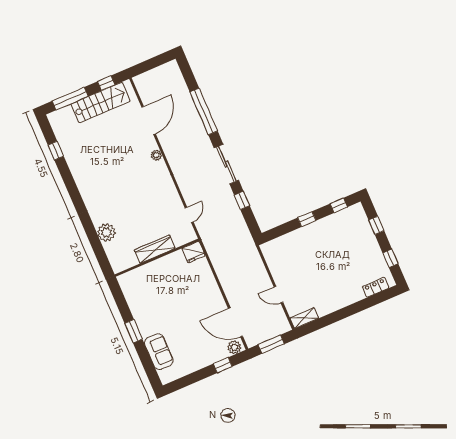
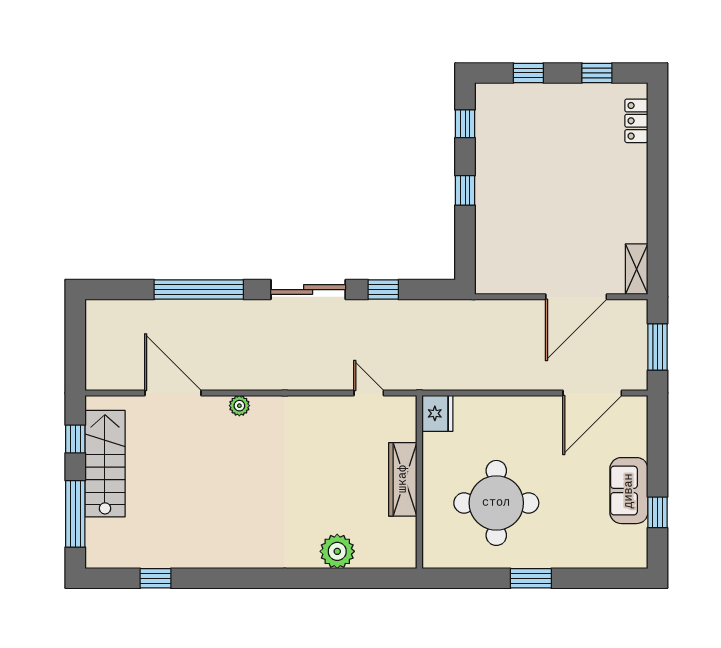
door: (278, 295) -> (576, 297), width x1.87
round table: (163, 299) -> (496, 503), added
plant: (234, 347) -> (635, 414), removed
sofa: (159, 352) -> (629, 491), moved, turned -90
window: (223, 365) -> (658, 512), moved

